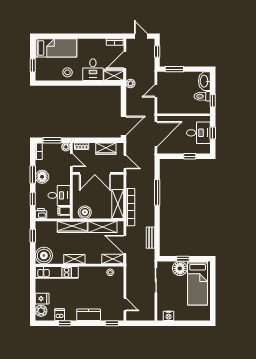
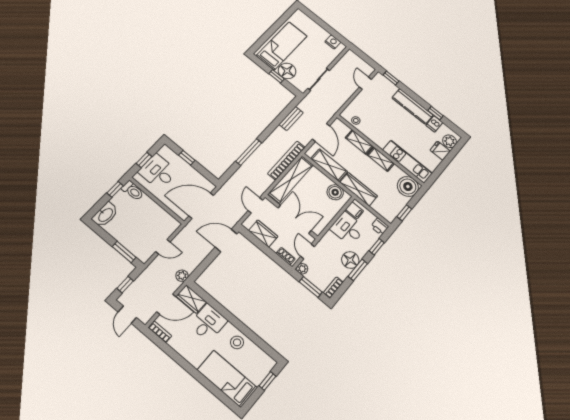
toilet: (202, 96) -> (133, 191), moved
shelving: (118, 204) -> (291, 179), width x1.47
shelving: (113, 259) -> (359, 142), moved
kitchen counter: (89, 315) -> (413, 106), width x1.50

